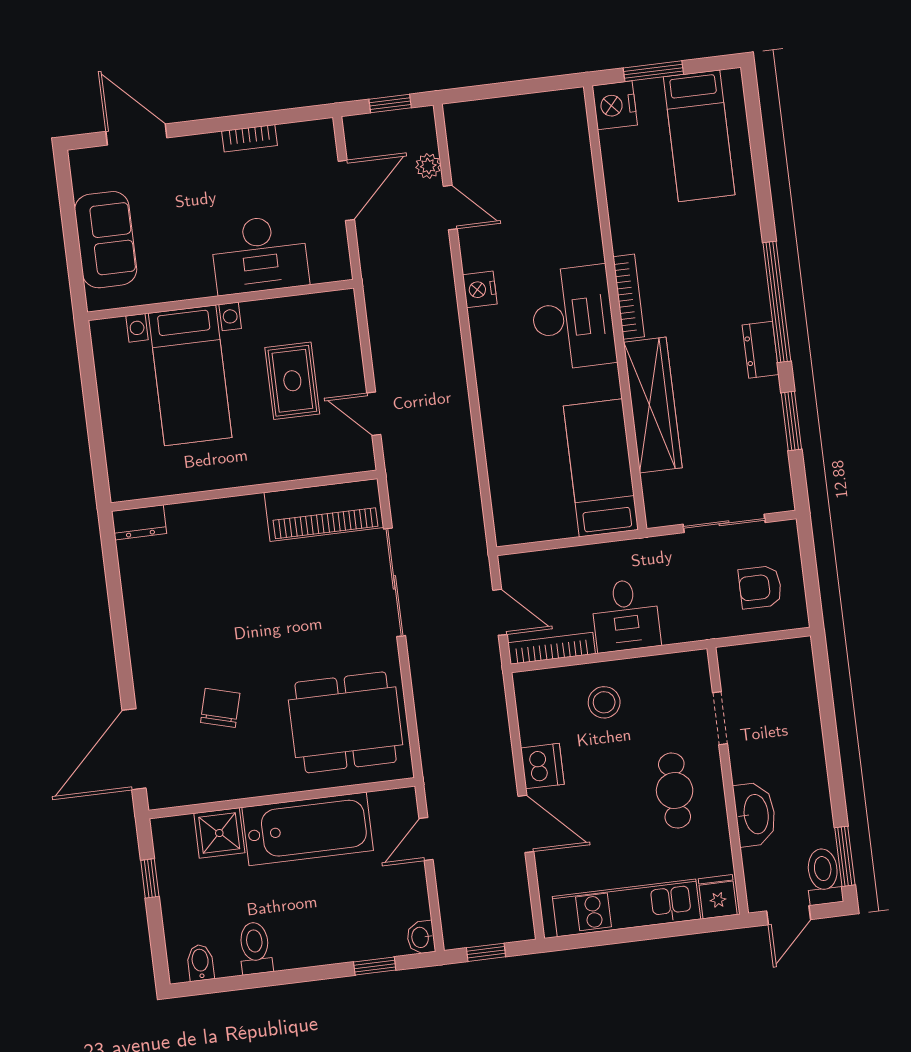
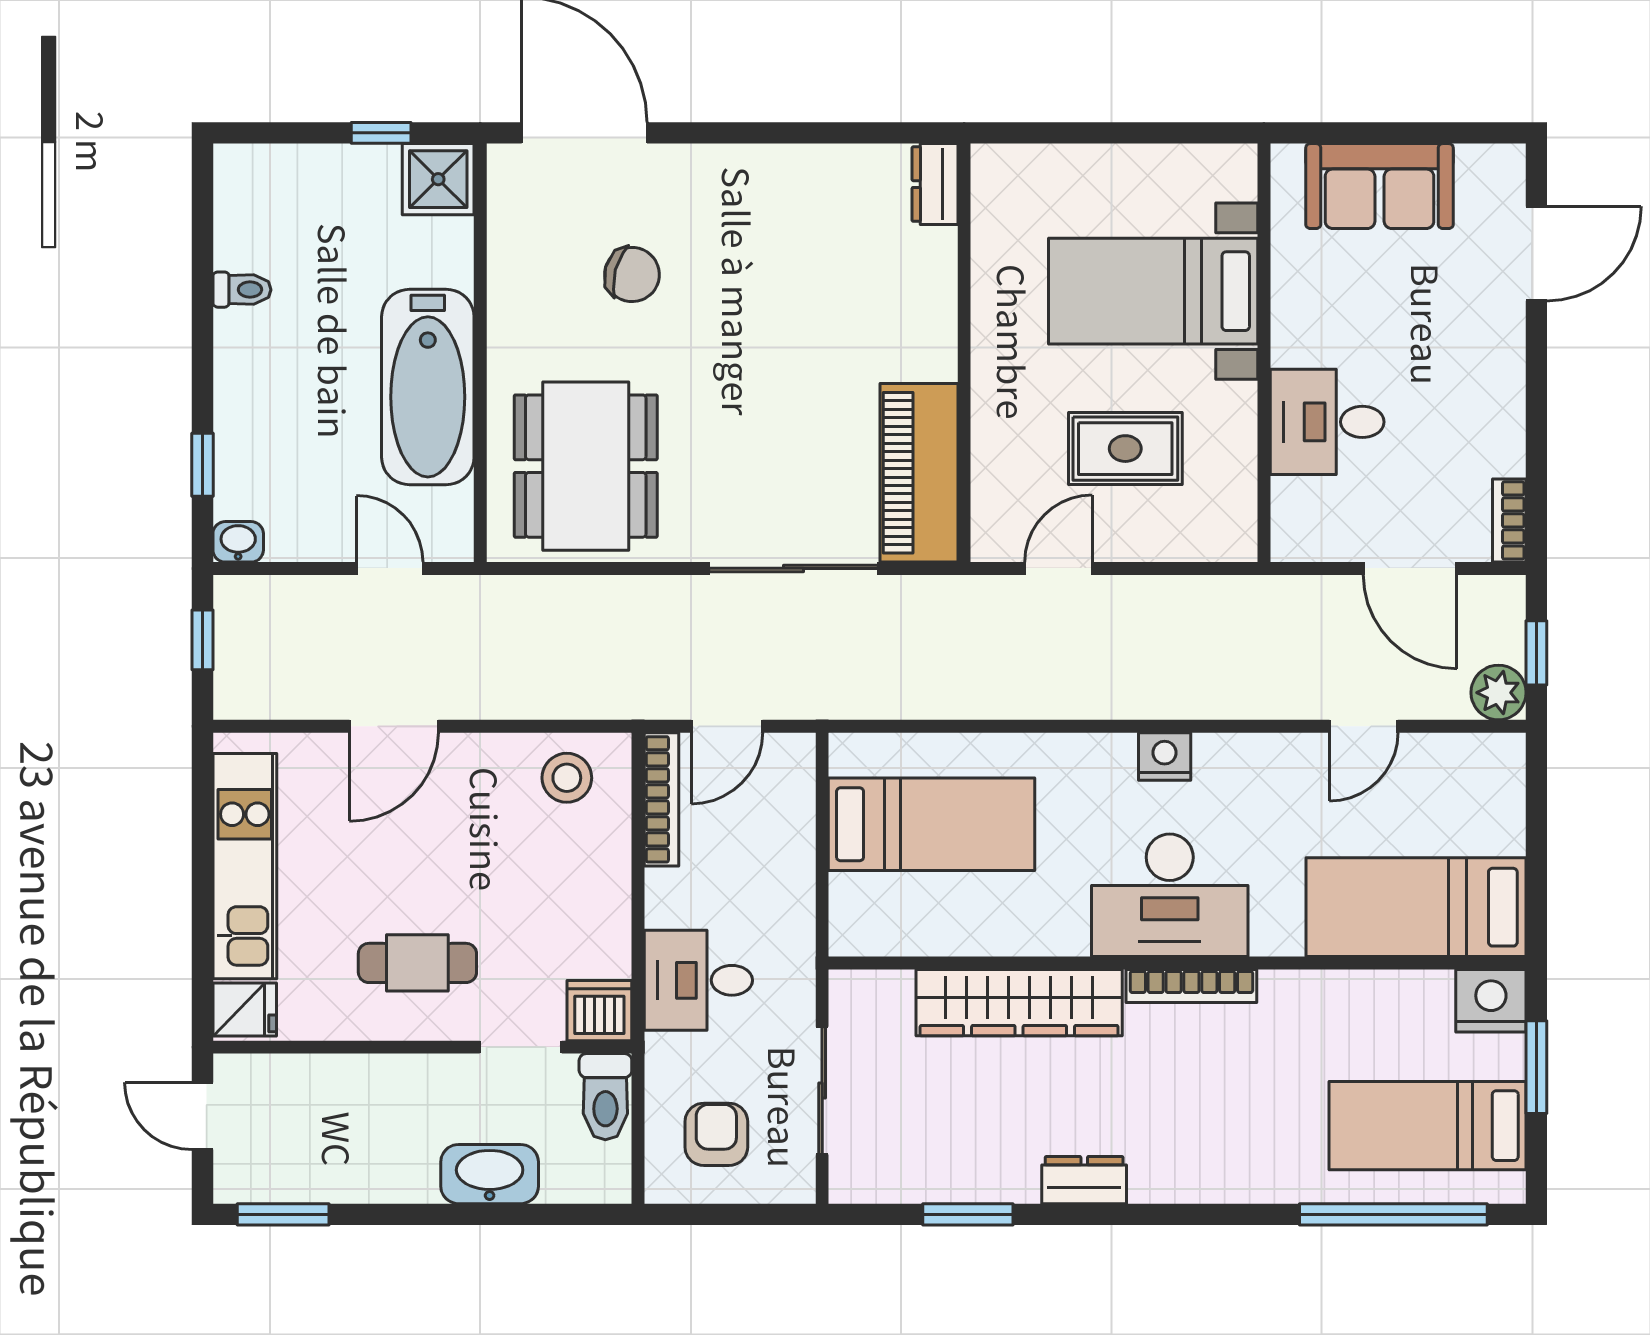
bookcase: (249, 138) -> (1509, 520), moved
bed: (561, 160) -> (1416, 907), added
plant: (428, 166) -> (1498, 693), moved, width x1.38, depth x1.38
desk: (260, 255) -> (1327, 422), width x0.73
nightstand: (480, 289) -> (1165, 756), moved
window: (777, 302) -> (1393, 1214), moved
bed: (601, 468) -> (932, 824), moved
desk: (626, 615) -> (698, 980), moved
stool: (604, 702) -> (567, 778), moved
dishwasher: (542, 766) -> (599, 1011), moved, turned 180
washbasin: (755, 814) -> (490, 1174), moved, turned 180
shower: (219, 833) -> (438, 179), moved
toilet: (824, 876) -> (605, 1097), moved, turned 90
toilet: (255, 948) -> (242, 290), width x0.73, depth x0.72
bidet: (200, 963) -> (241, 195), removed

